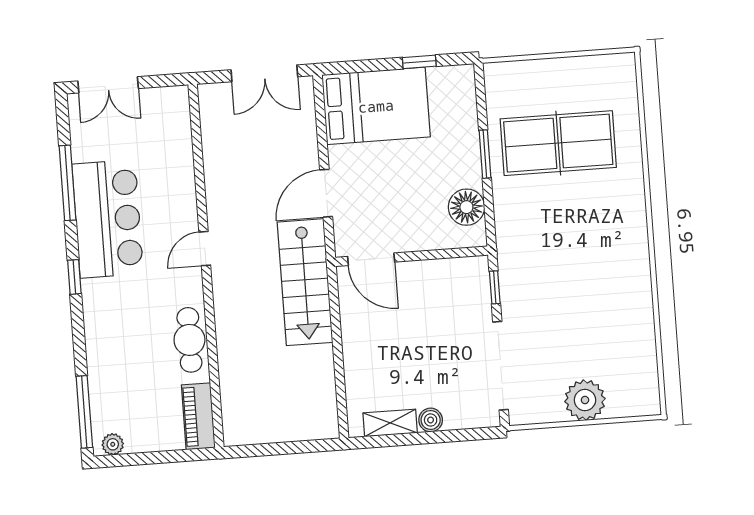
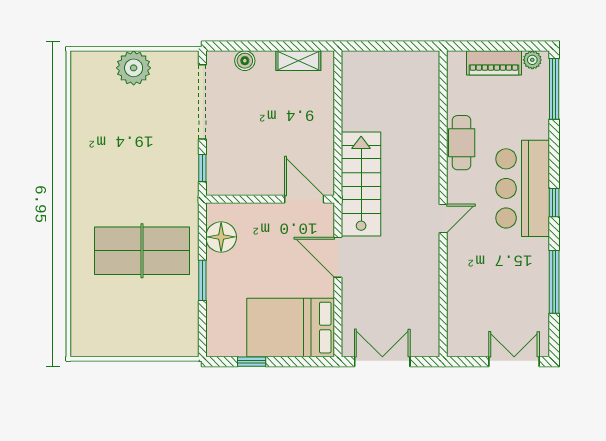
table tennis table: (558, 143) -> (142, 251), moved
door: (326, 193) -> (338, 257), swing flipped
bar counter: (108, 219) -> (523, 188), moved
piano: (198, 416) -> (494, 63), moved, turned 90
boiler: (431, 420) -> (245, 61), moved

